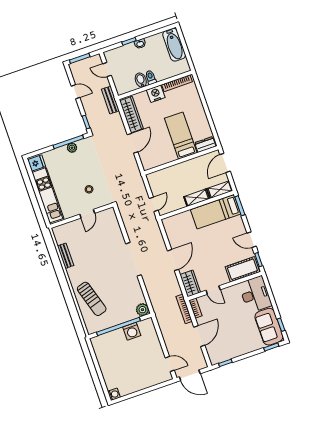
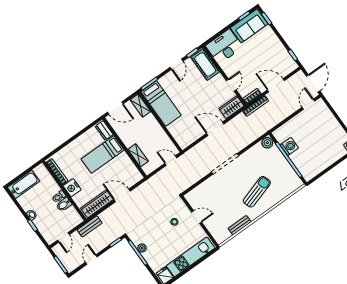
shelving: (197, 198) -> (138, 155), moved
sun lounger: (92, 299) -> (257, 192), moved

